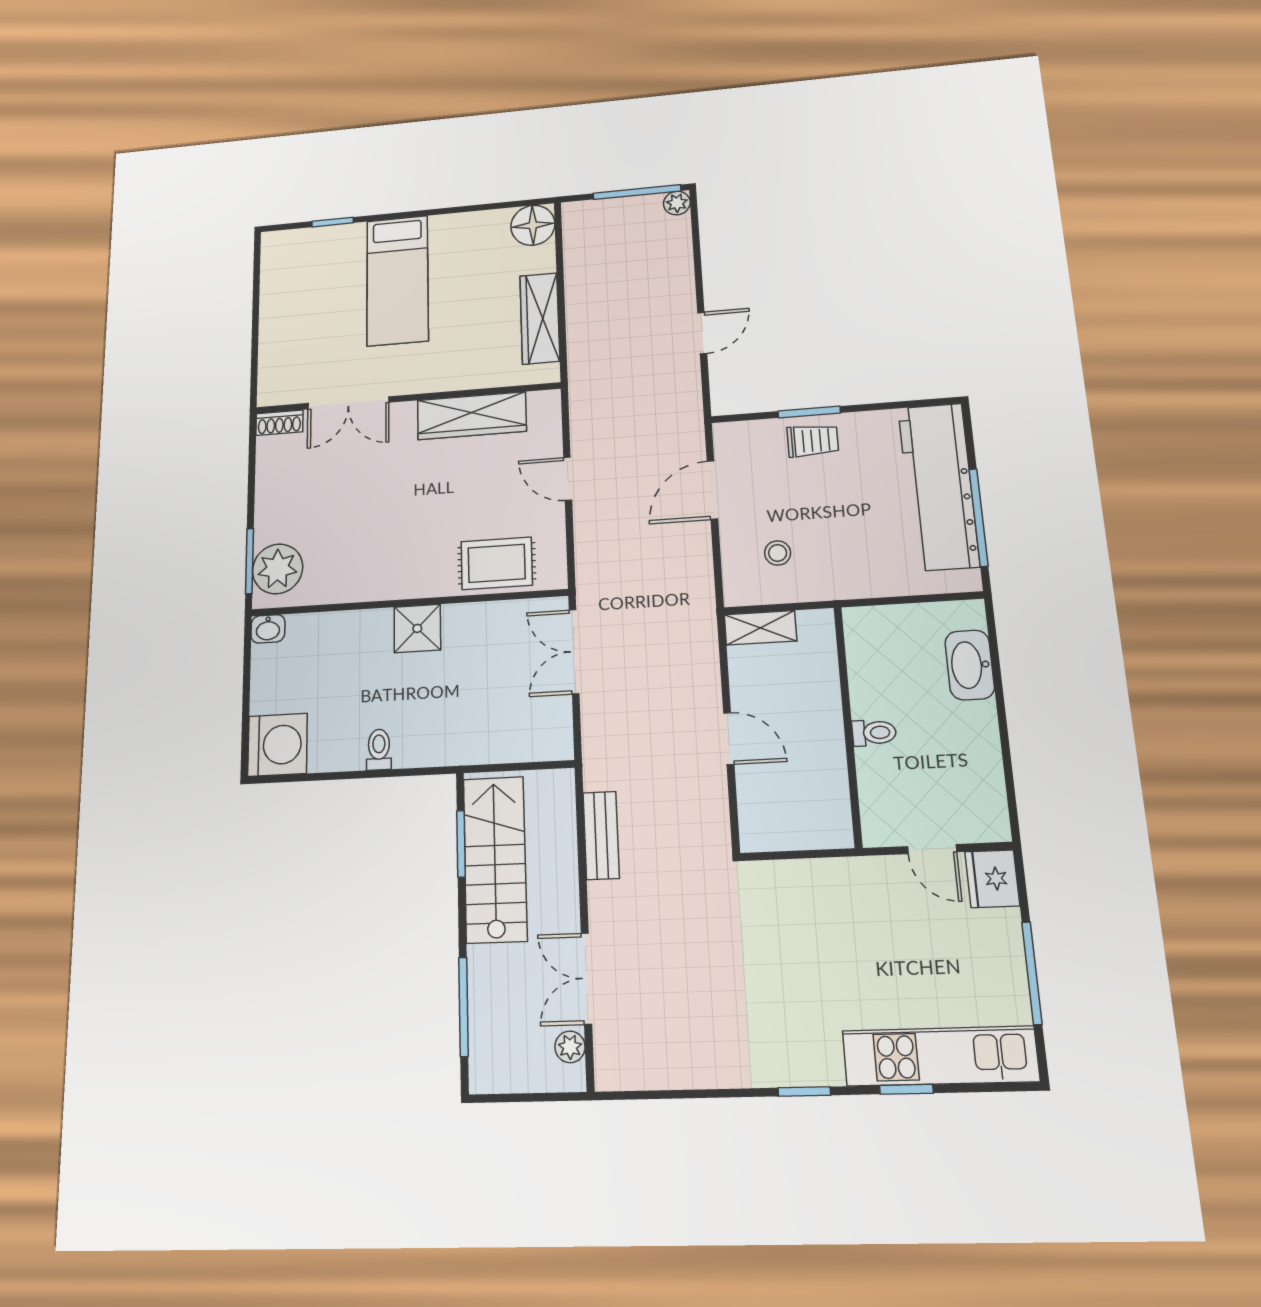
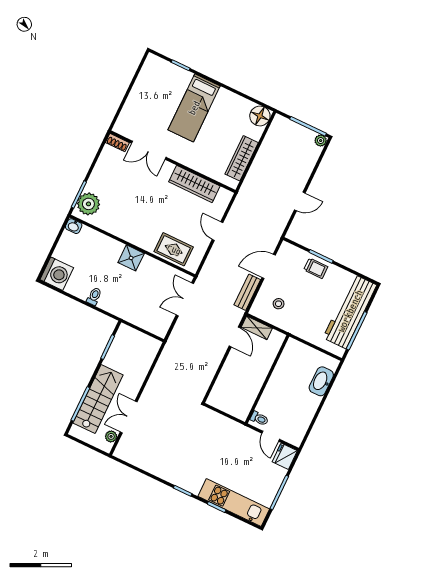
toilet: (874, 733) -> (259, 419), moved
door: (729, 739) -> (235, 337), moved
bench: (601, 835) -> (247, 292), moved
stairs: (495, 859) -> (98, 399), moved

